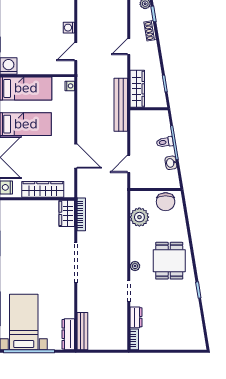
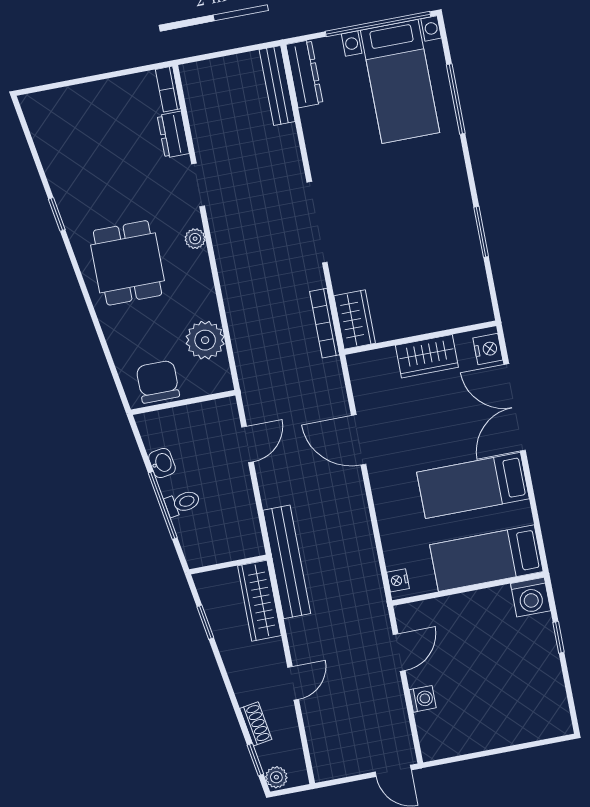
wardrobe: (43, 189) -> (427, 356), width x0.67

